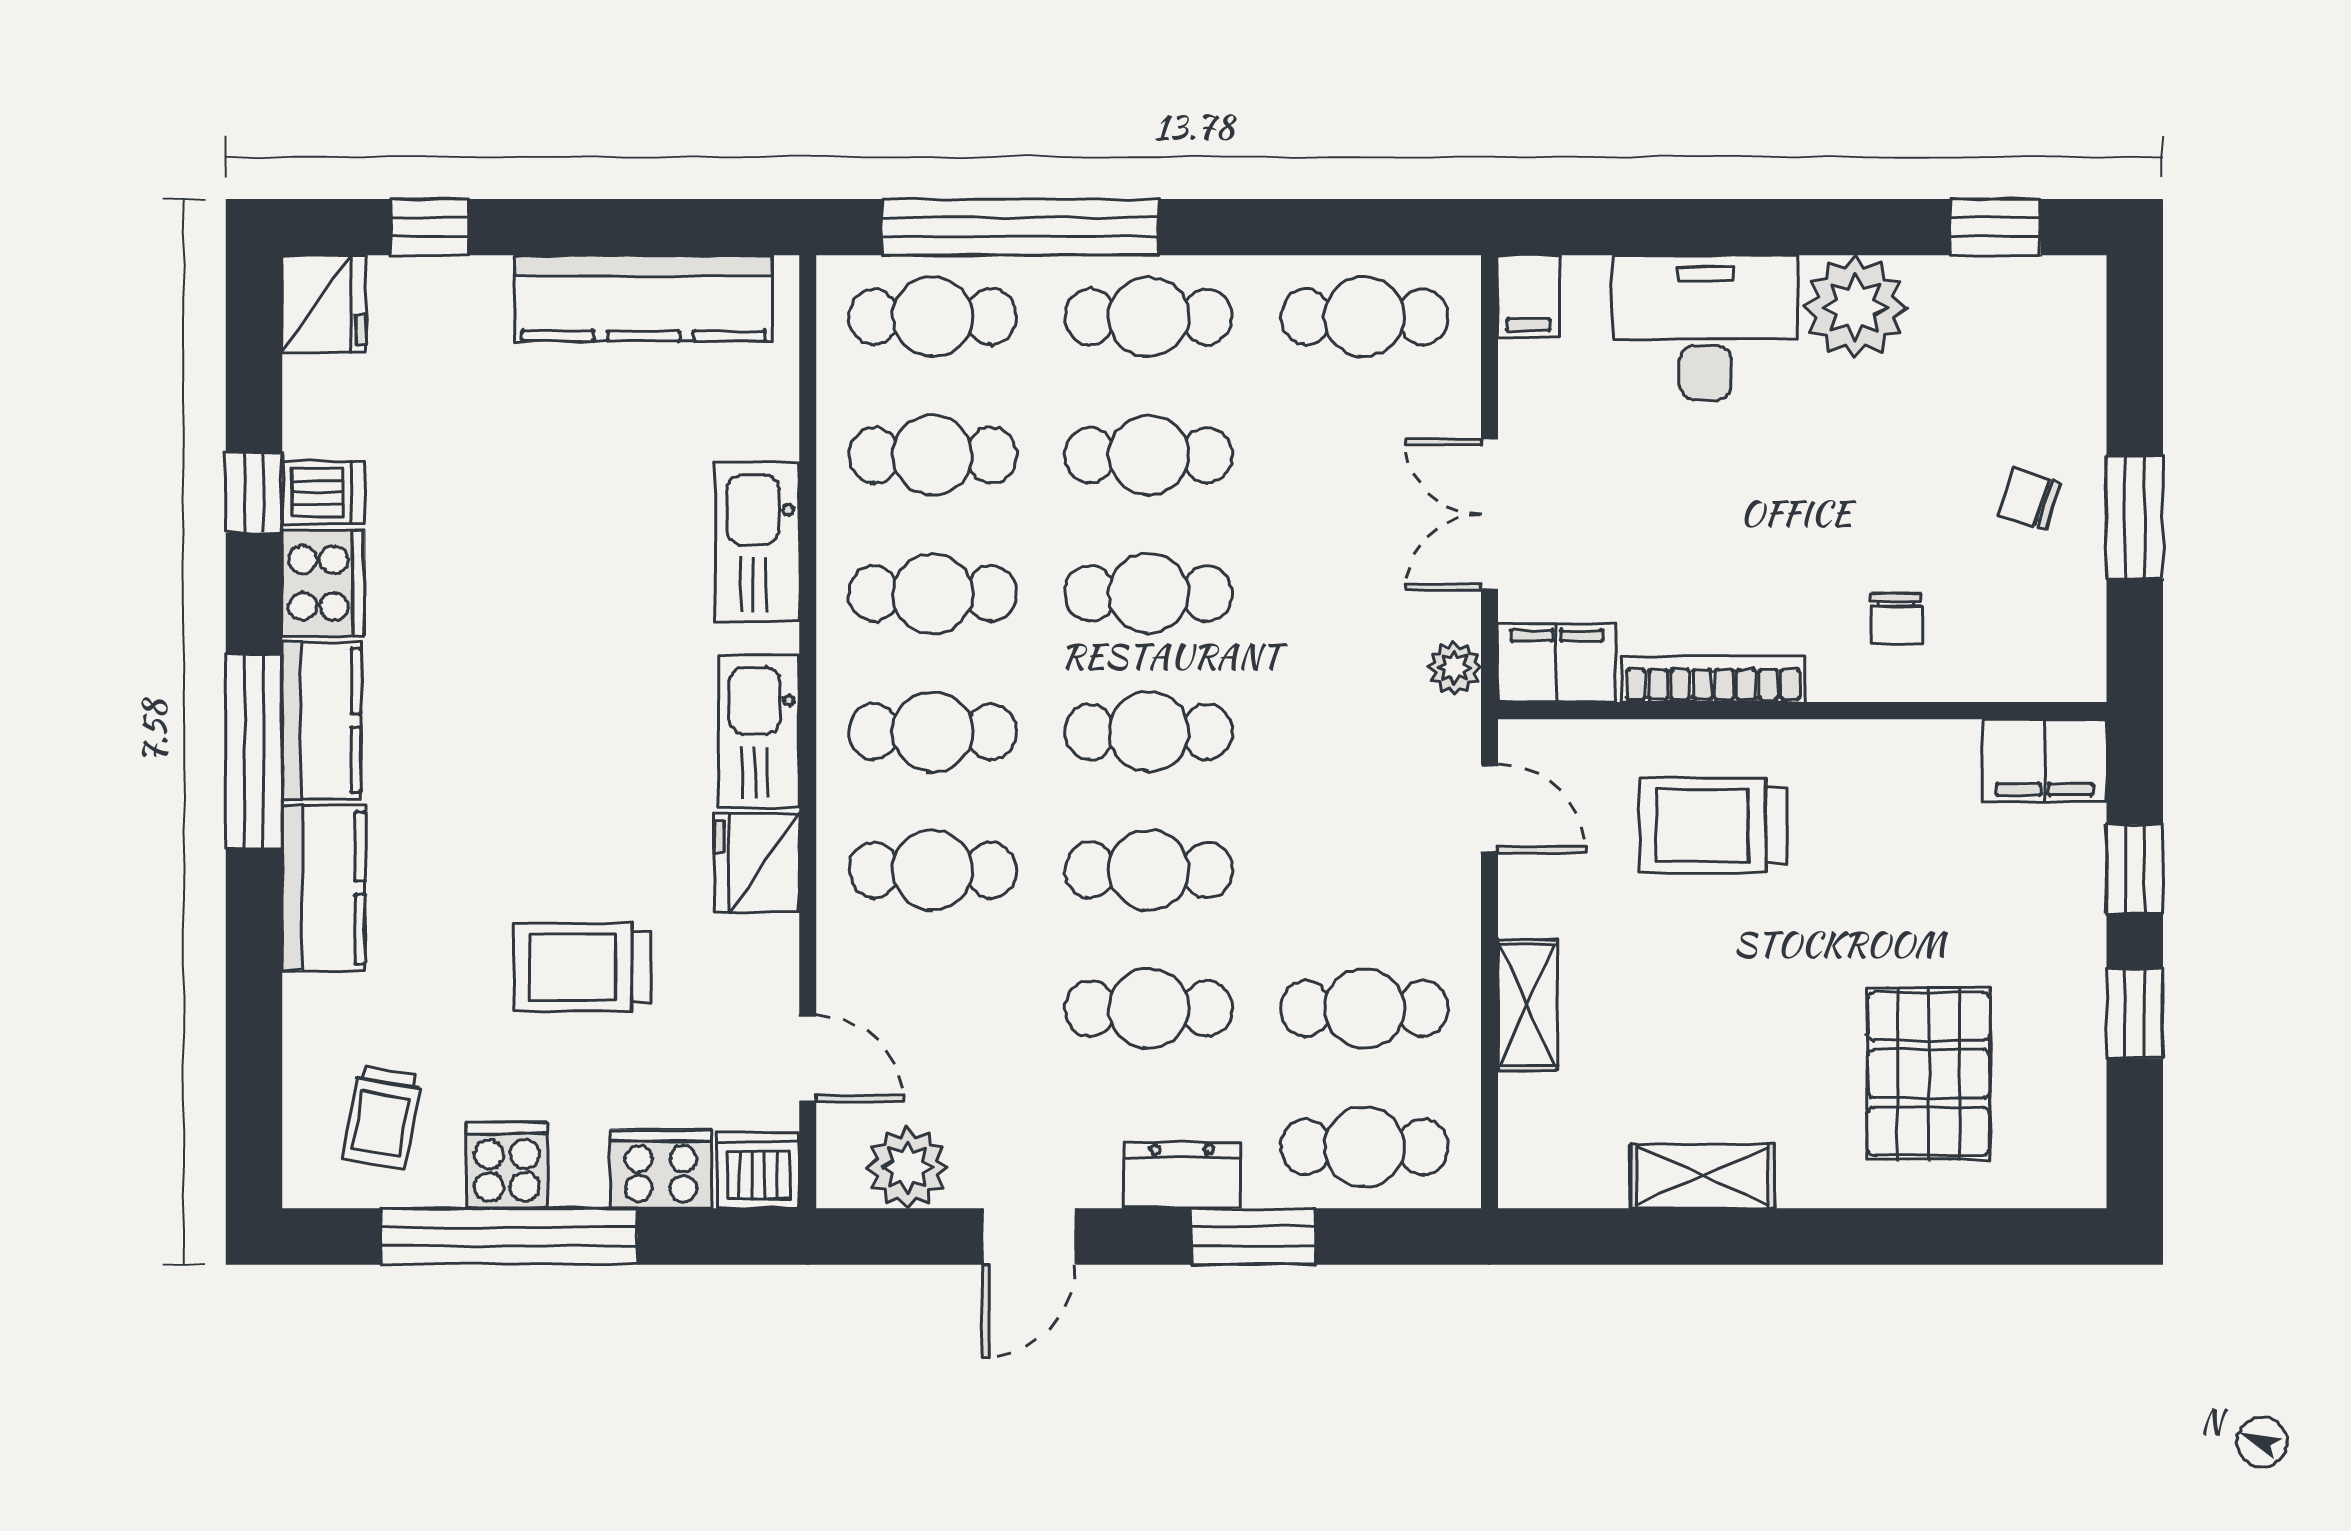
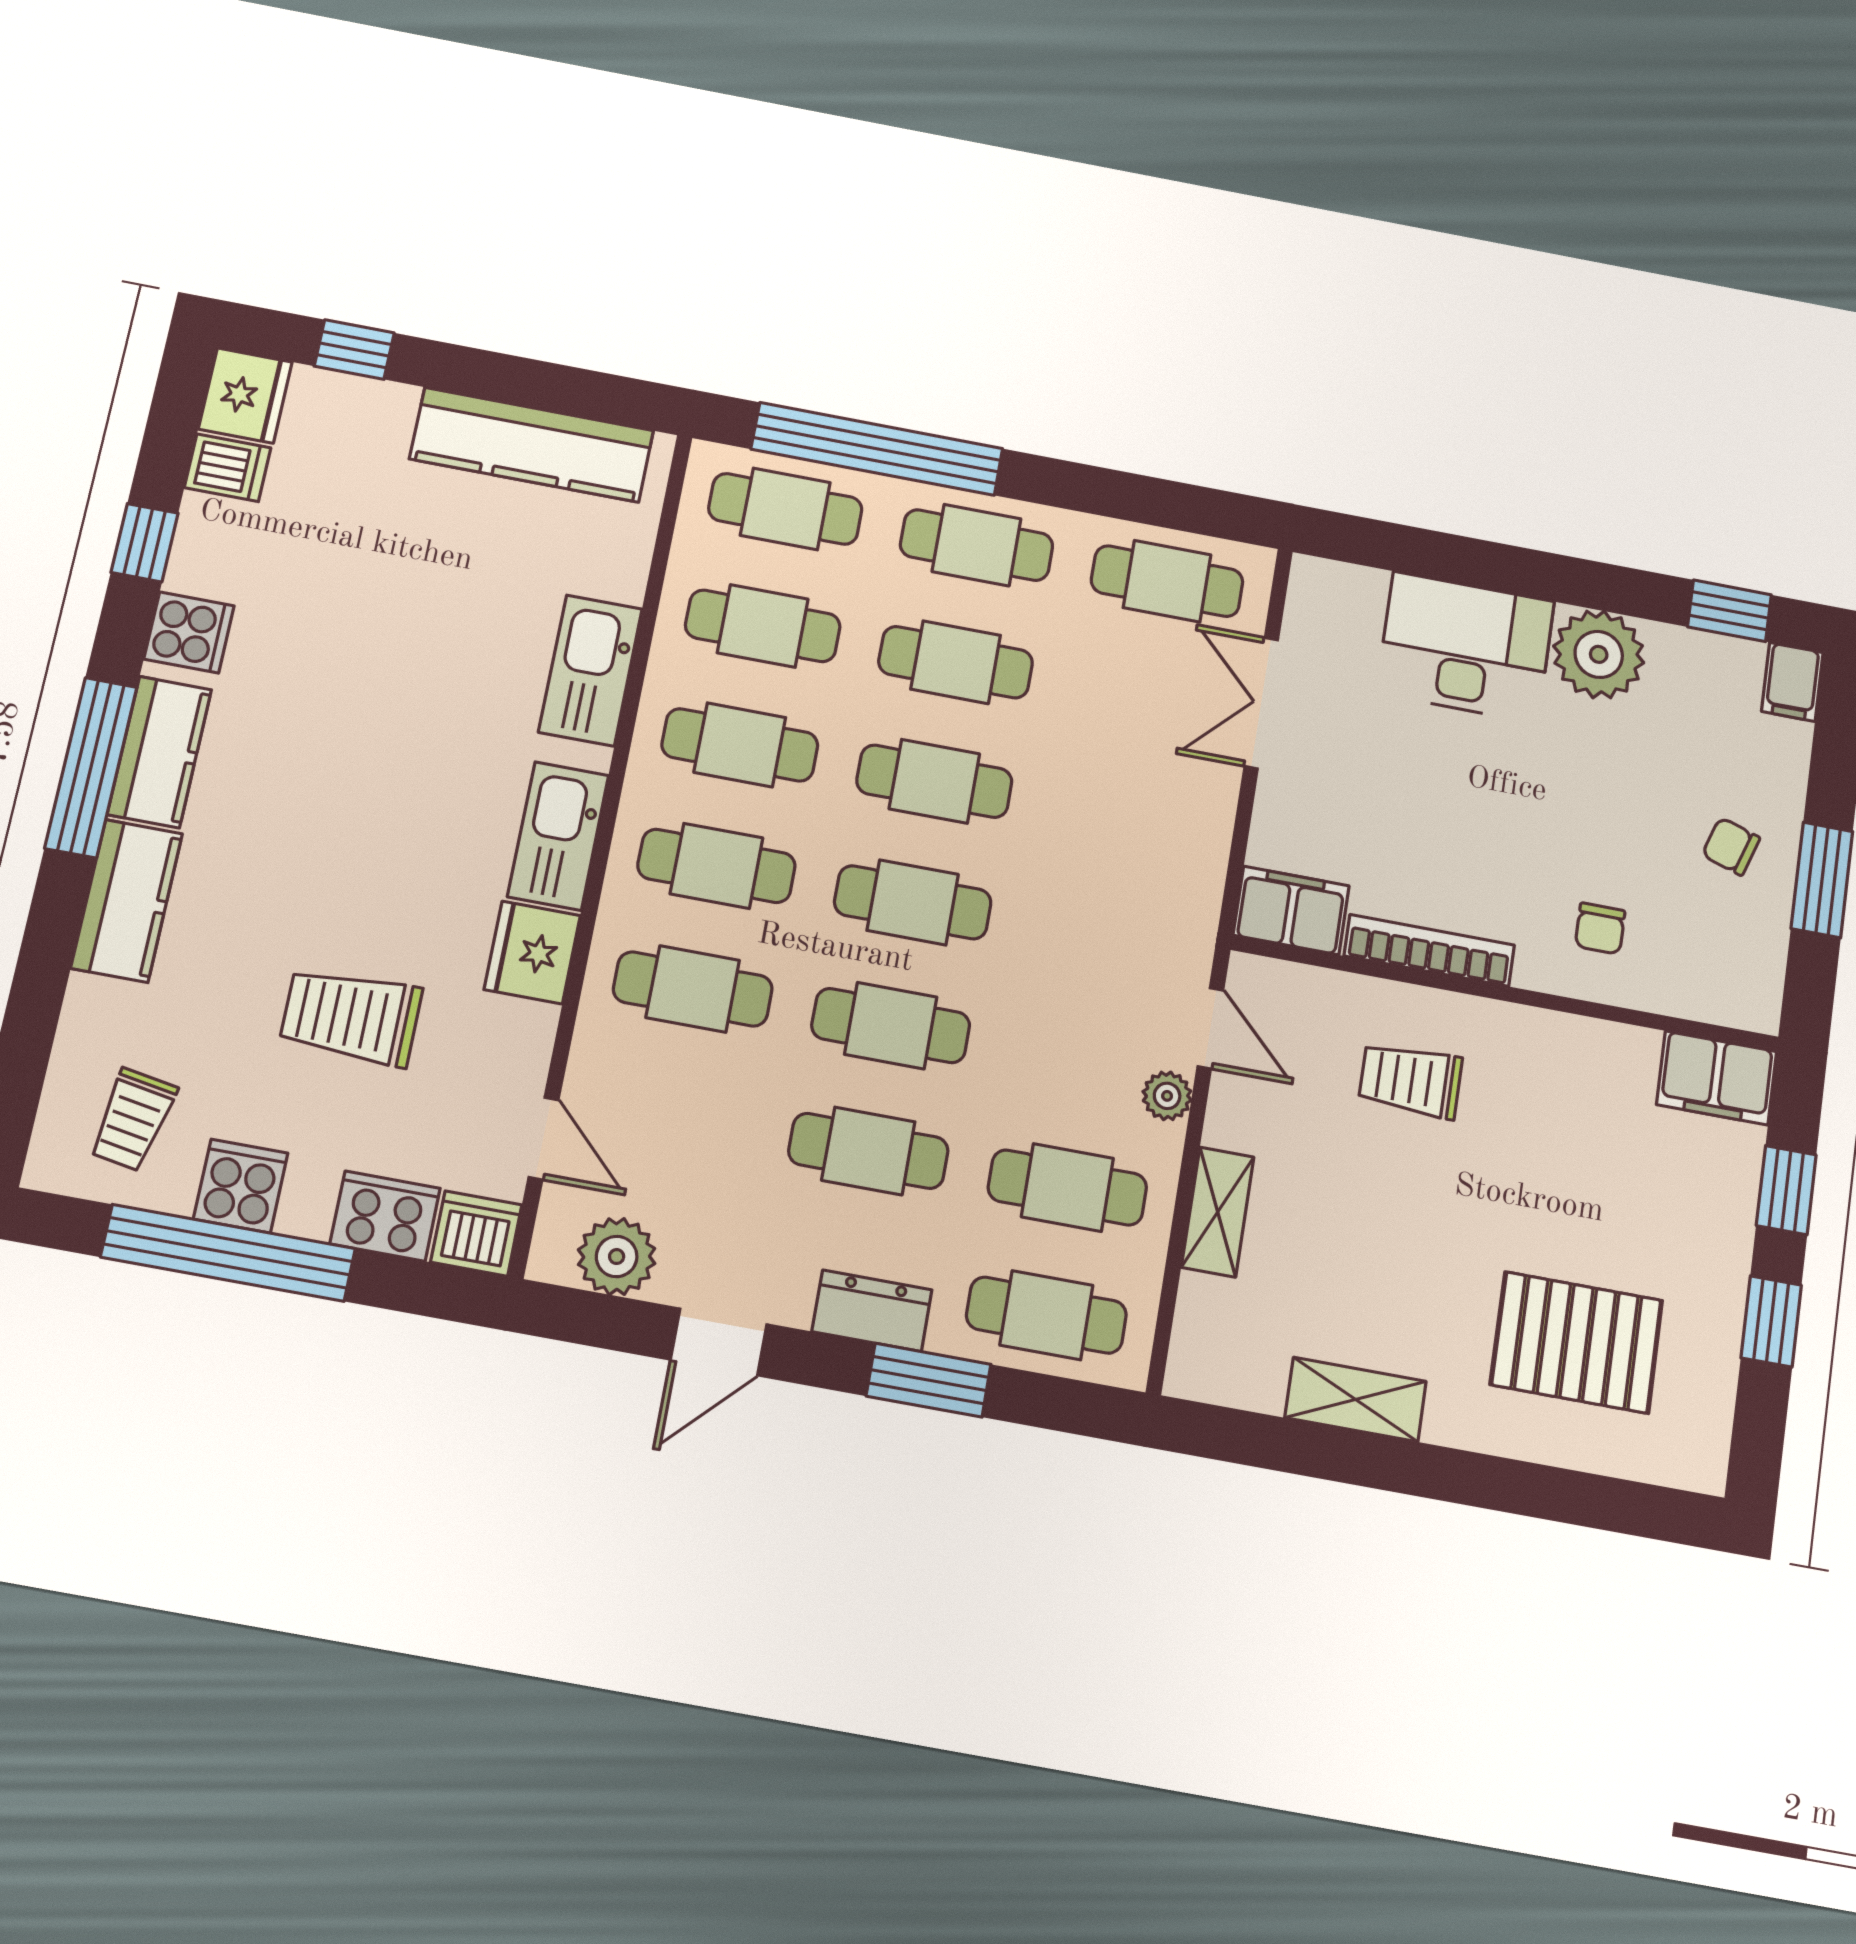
filing cabinet: (1529, 296) -> (1792, 682), moved
dishwasher: (323, 492) -> (228, 468), moved
double door: (1489, 515) -> (1261, 703), moved
cooker: (323, 583) -> (189, 632), width x0.73
plant: (1454, 668) -> (1167, 1096), moved
trolley: (1713, 825) -> (1410, 1080), width x0.73, depth x0.72
pallet: (1929, 1074) -> (1576, 1342), turned 90

